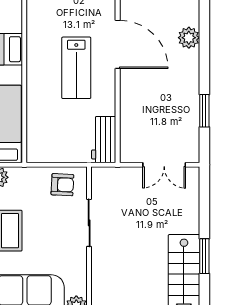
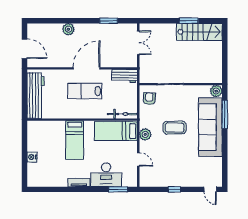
door: (118, 44) -> (87, 68), moved
lab bench: (76, 68) -> (85, 91), turned 180
bicycle: (35, 136) -> (122, 114), added

